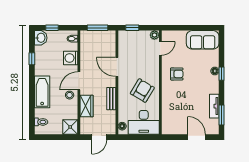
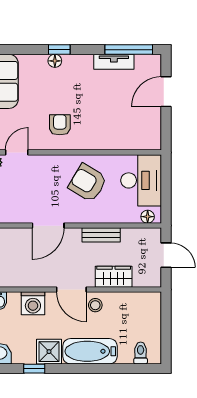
door: (160, 48) -> (17, 152), hinge flipped
window: (222, 115) -> (129, 50), width x1.44
shower: (70, 127) -> (49, 352), moved

